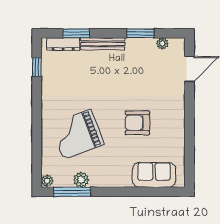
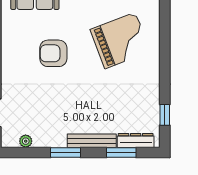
window: (140, 33) -> (66, 152), moved
armchair: (137, 123) -> (53, 53), turned 180

